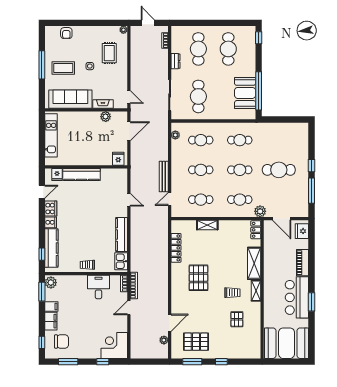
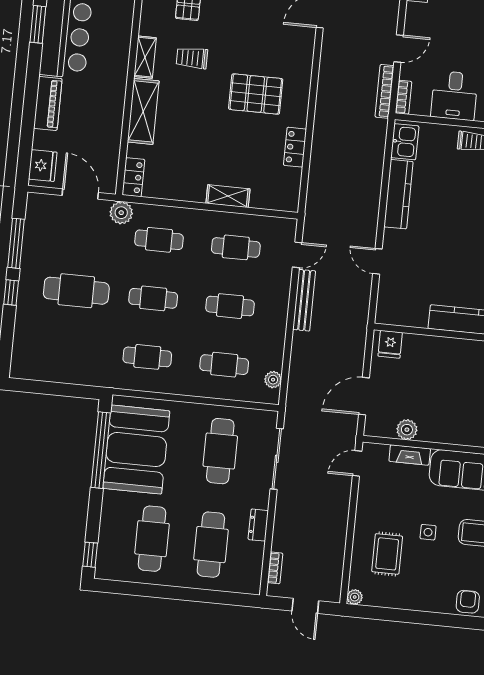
booth: (245, 93) -> (136, 450), width x1.36, depth x1.42
door: (129, 97) -> (357, 463), hinge flipped
locker: (176, 248) -> (295, 147), width x0.66
pallet: (198, 278) -> (256, 94), turned 90

